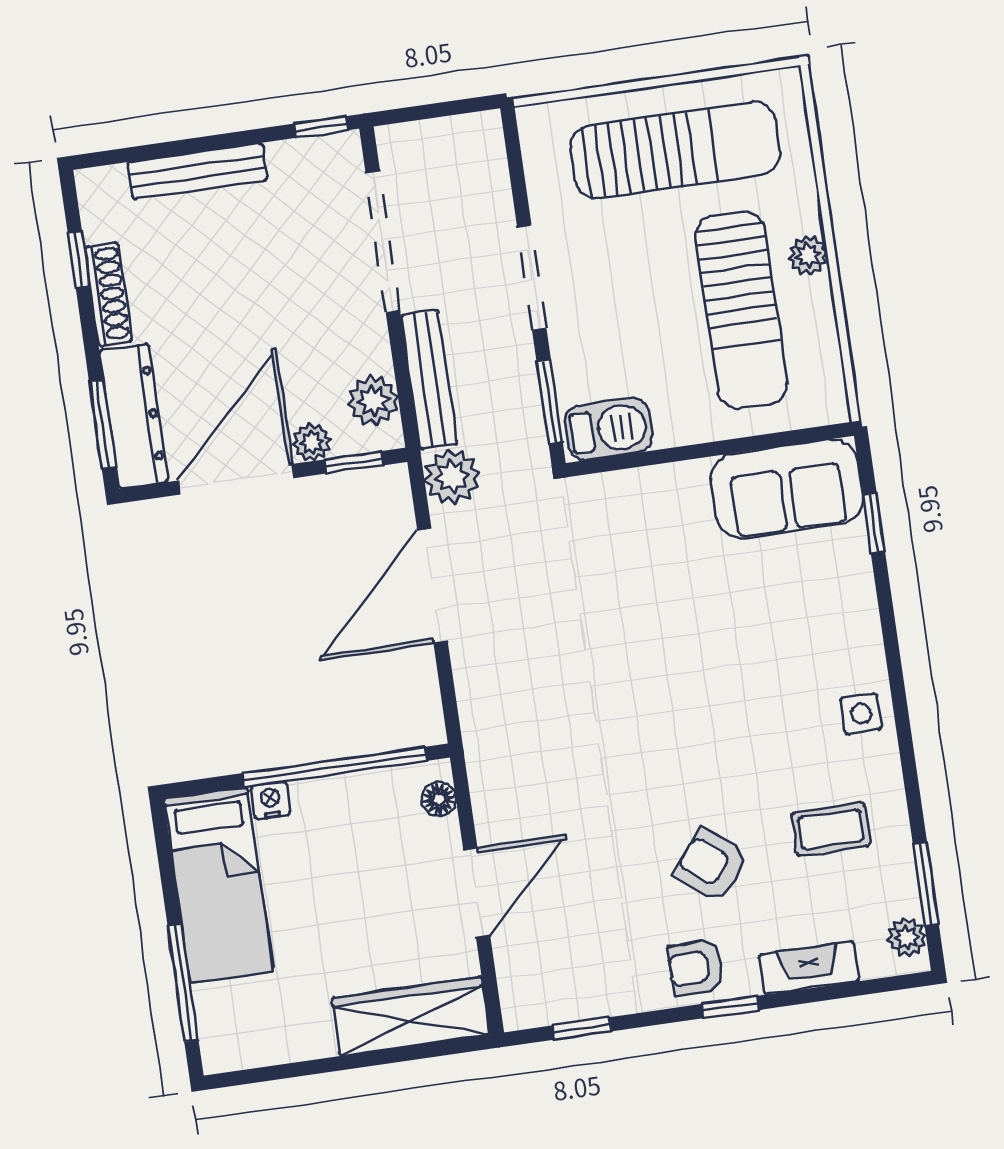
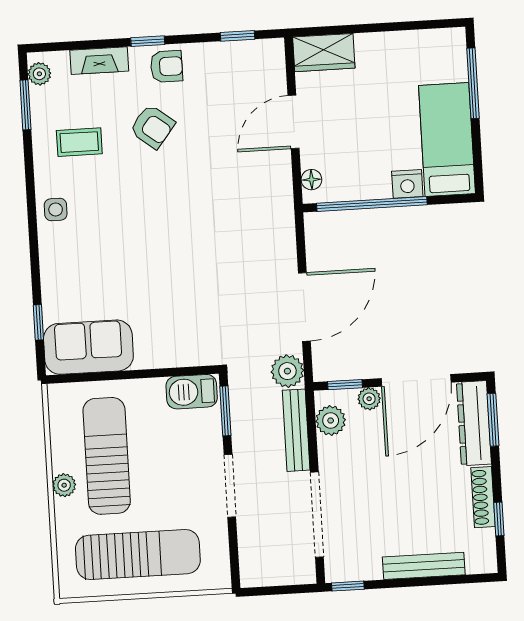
sun lounger: (675, 150) -> (138, 555), turned 180
nightstand: (271, 800) -> (407, 184), width x1.39, depth x1.35
wardrobe: (411, 1016) -> (324, 53), width x0.67

